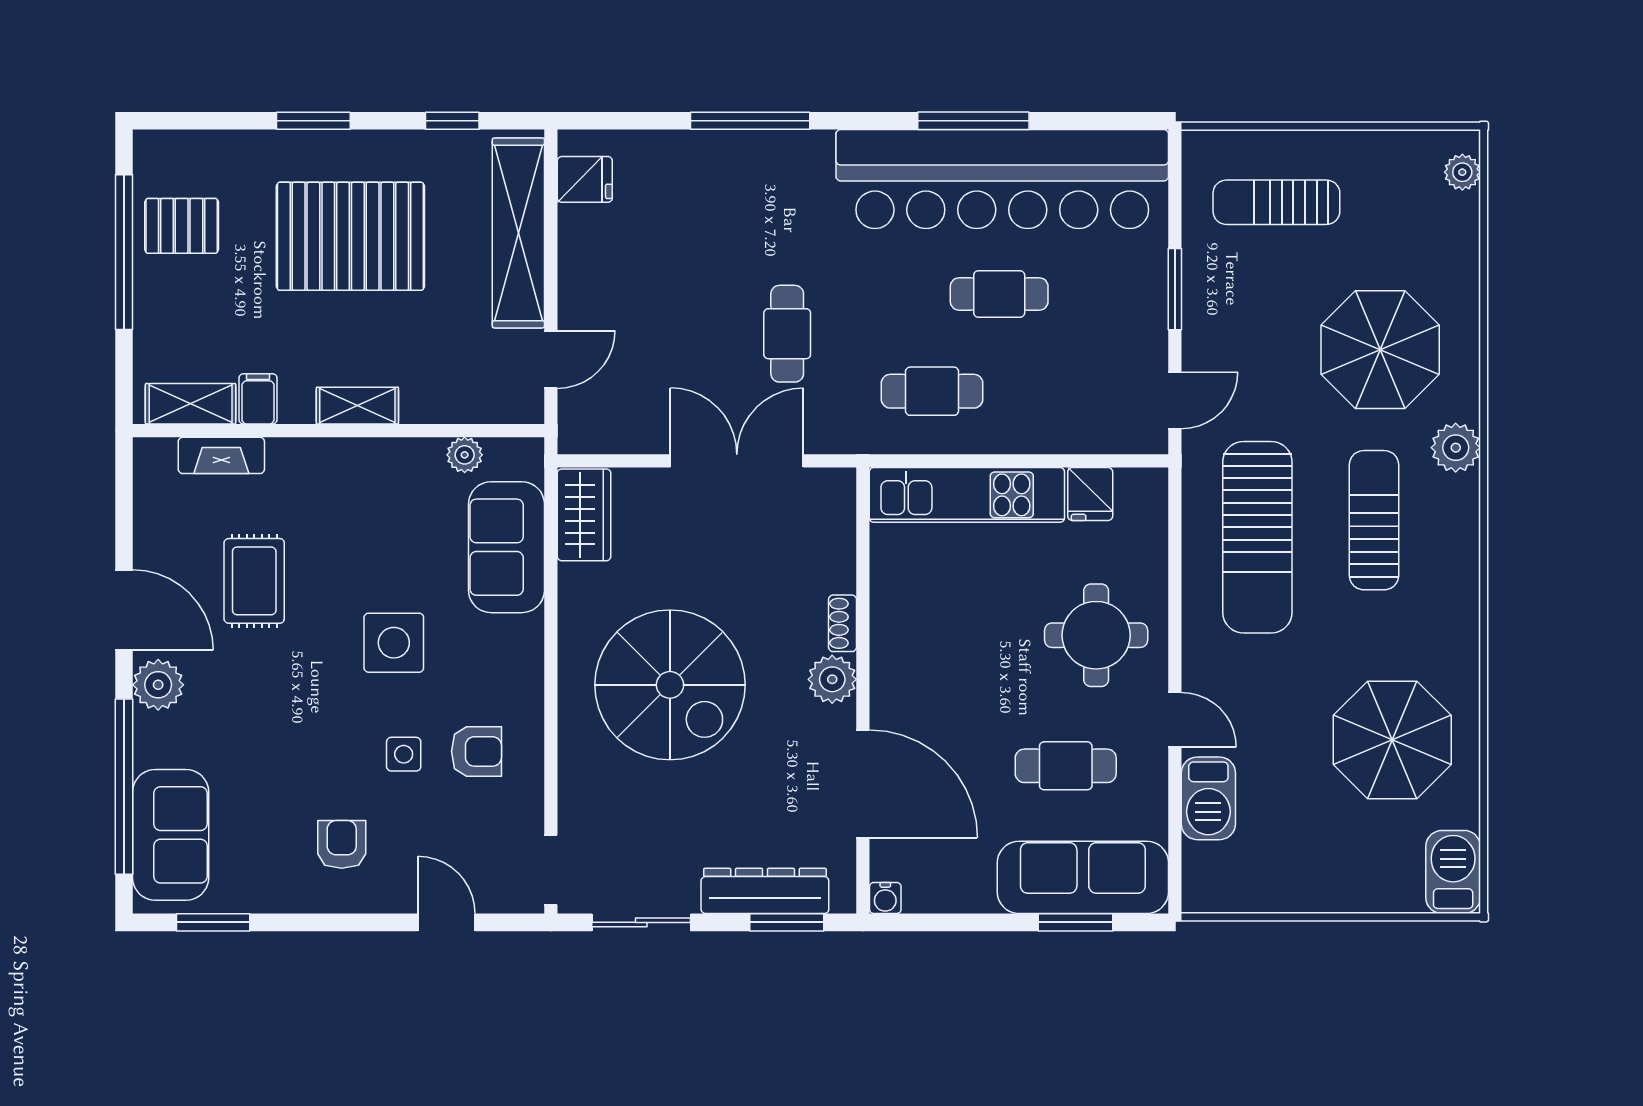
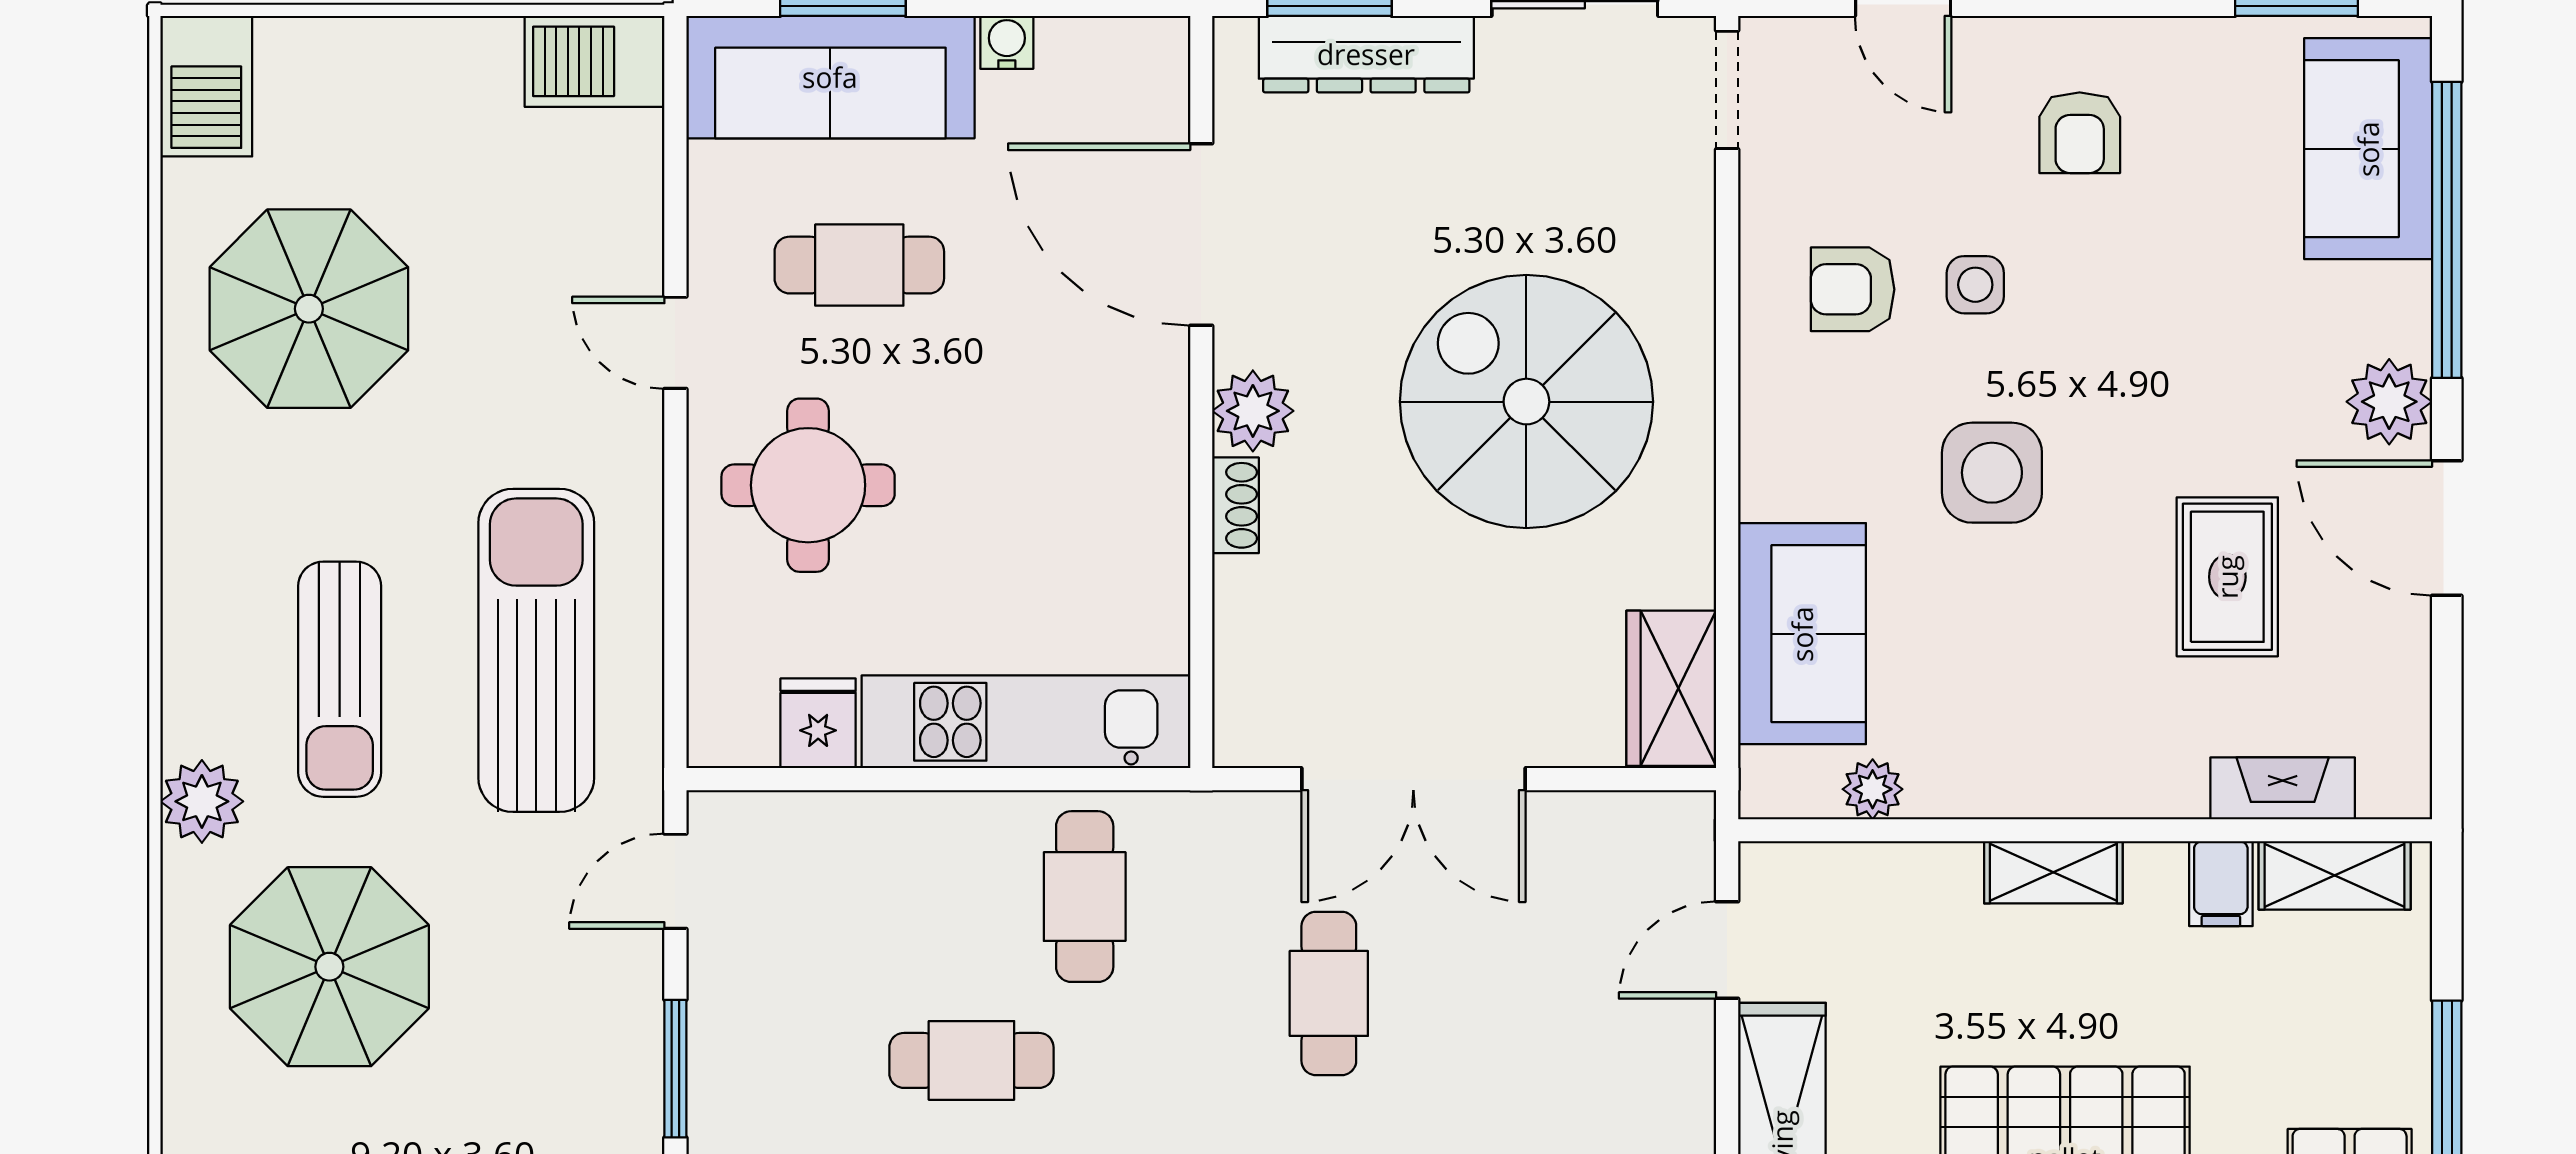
cafe table: (932, 391) -> (1085, 897), turned 90
barbecue: (1208, 798) -> (595, 61), moved, turned -90
water cooler: (885, 898) -> (1007, 42), moved

